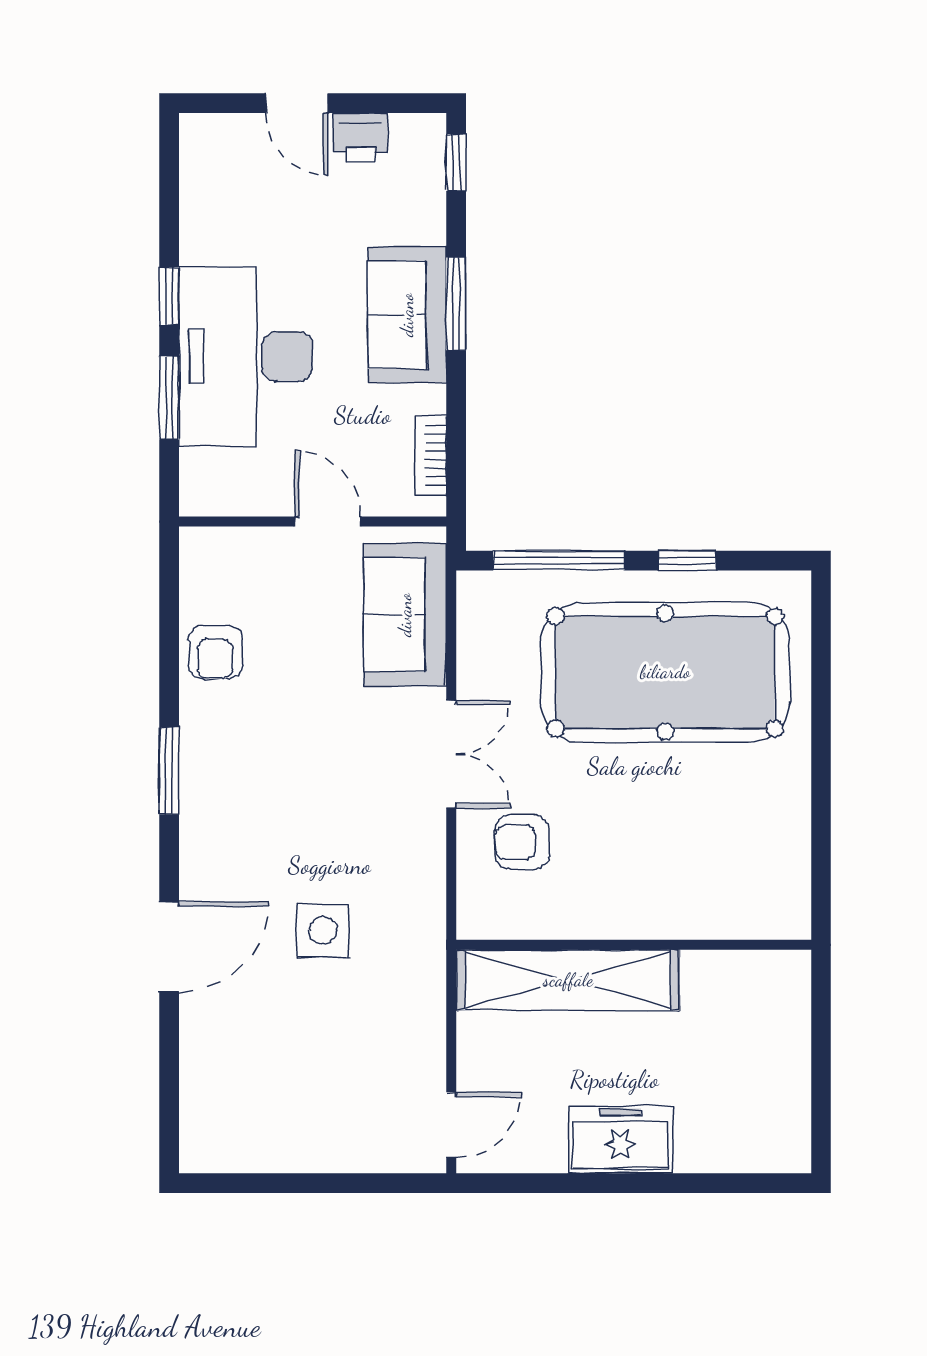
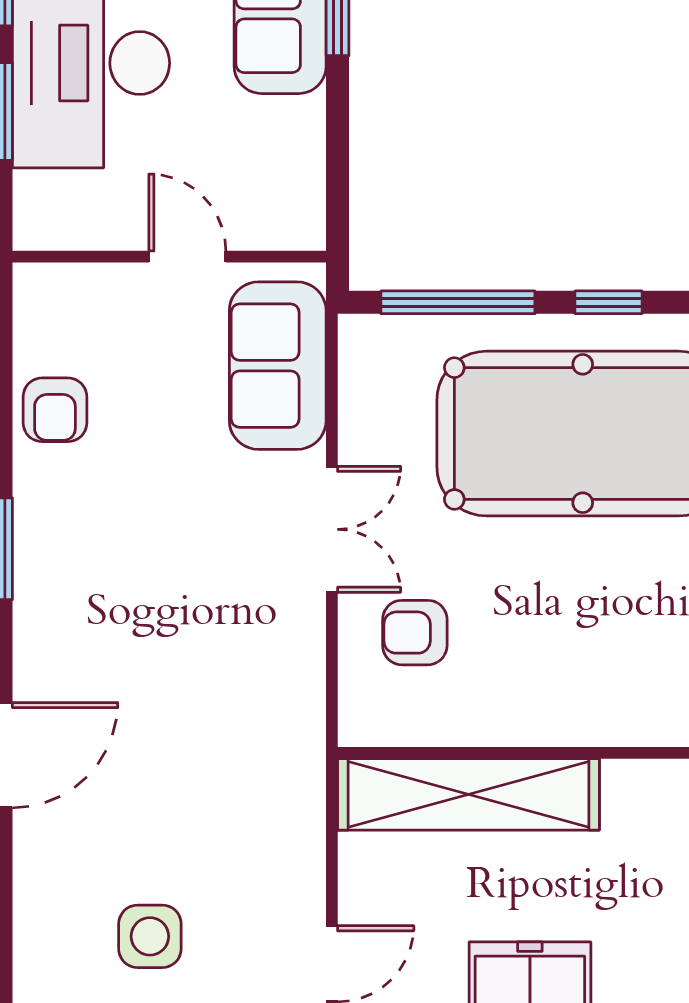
bookcase: (431, 456) -> (308, 179), removed
side table: (323, 930) -> (150, 936), moved

